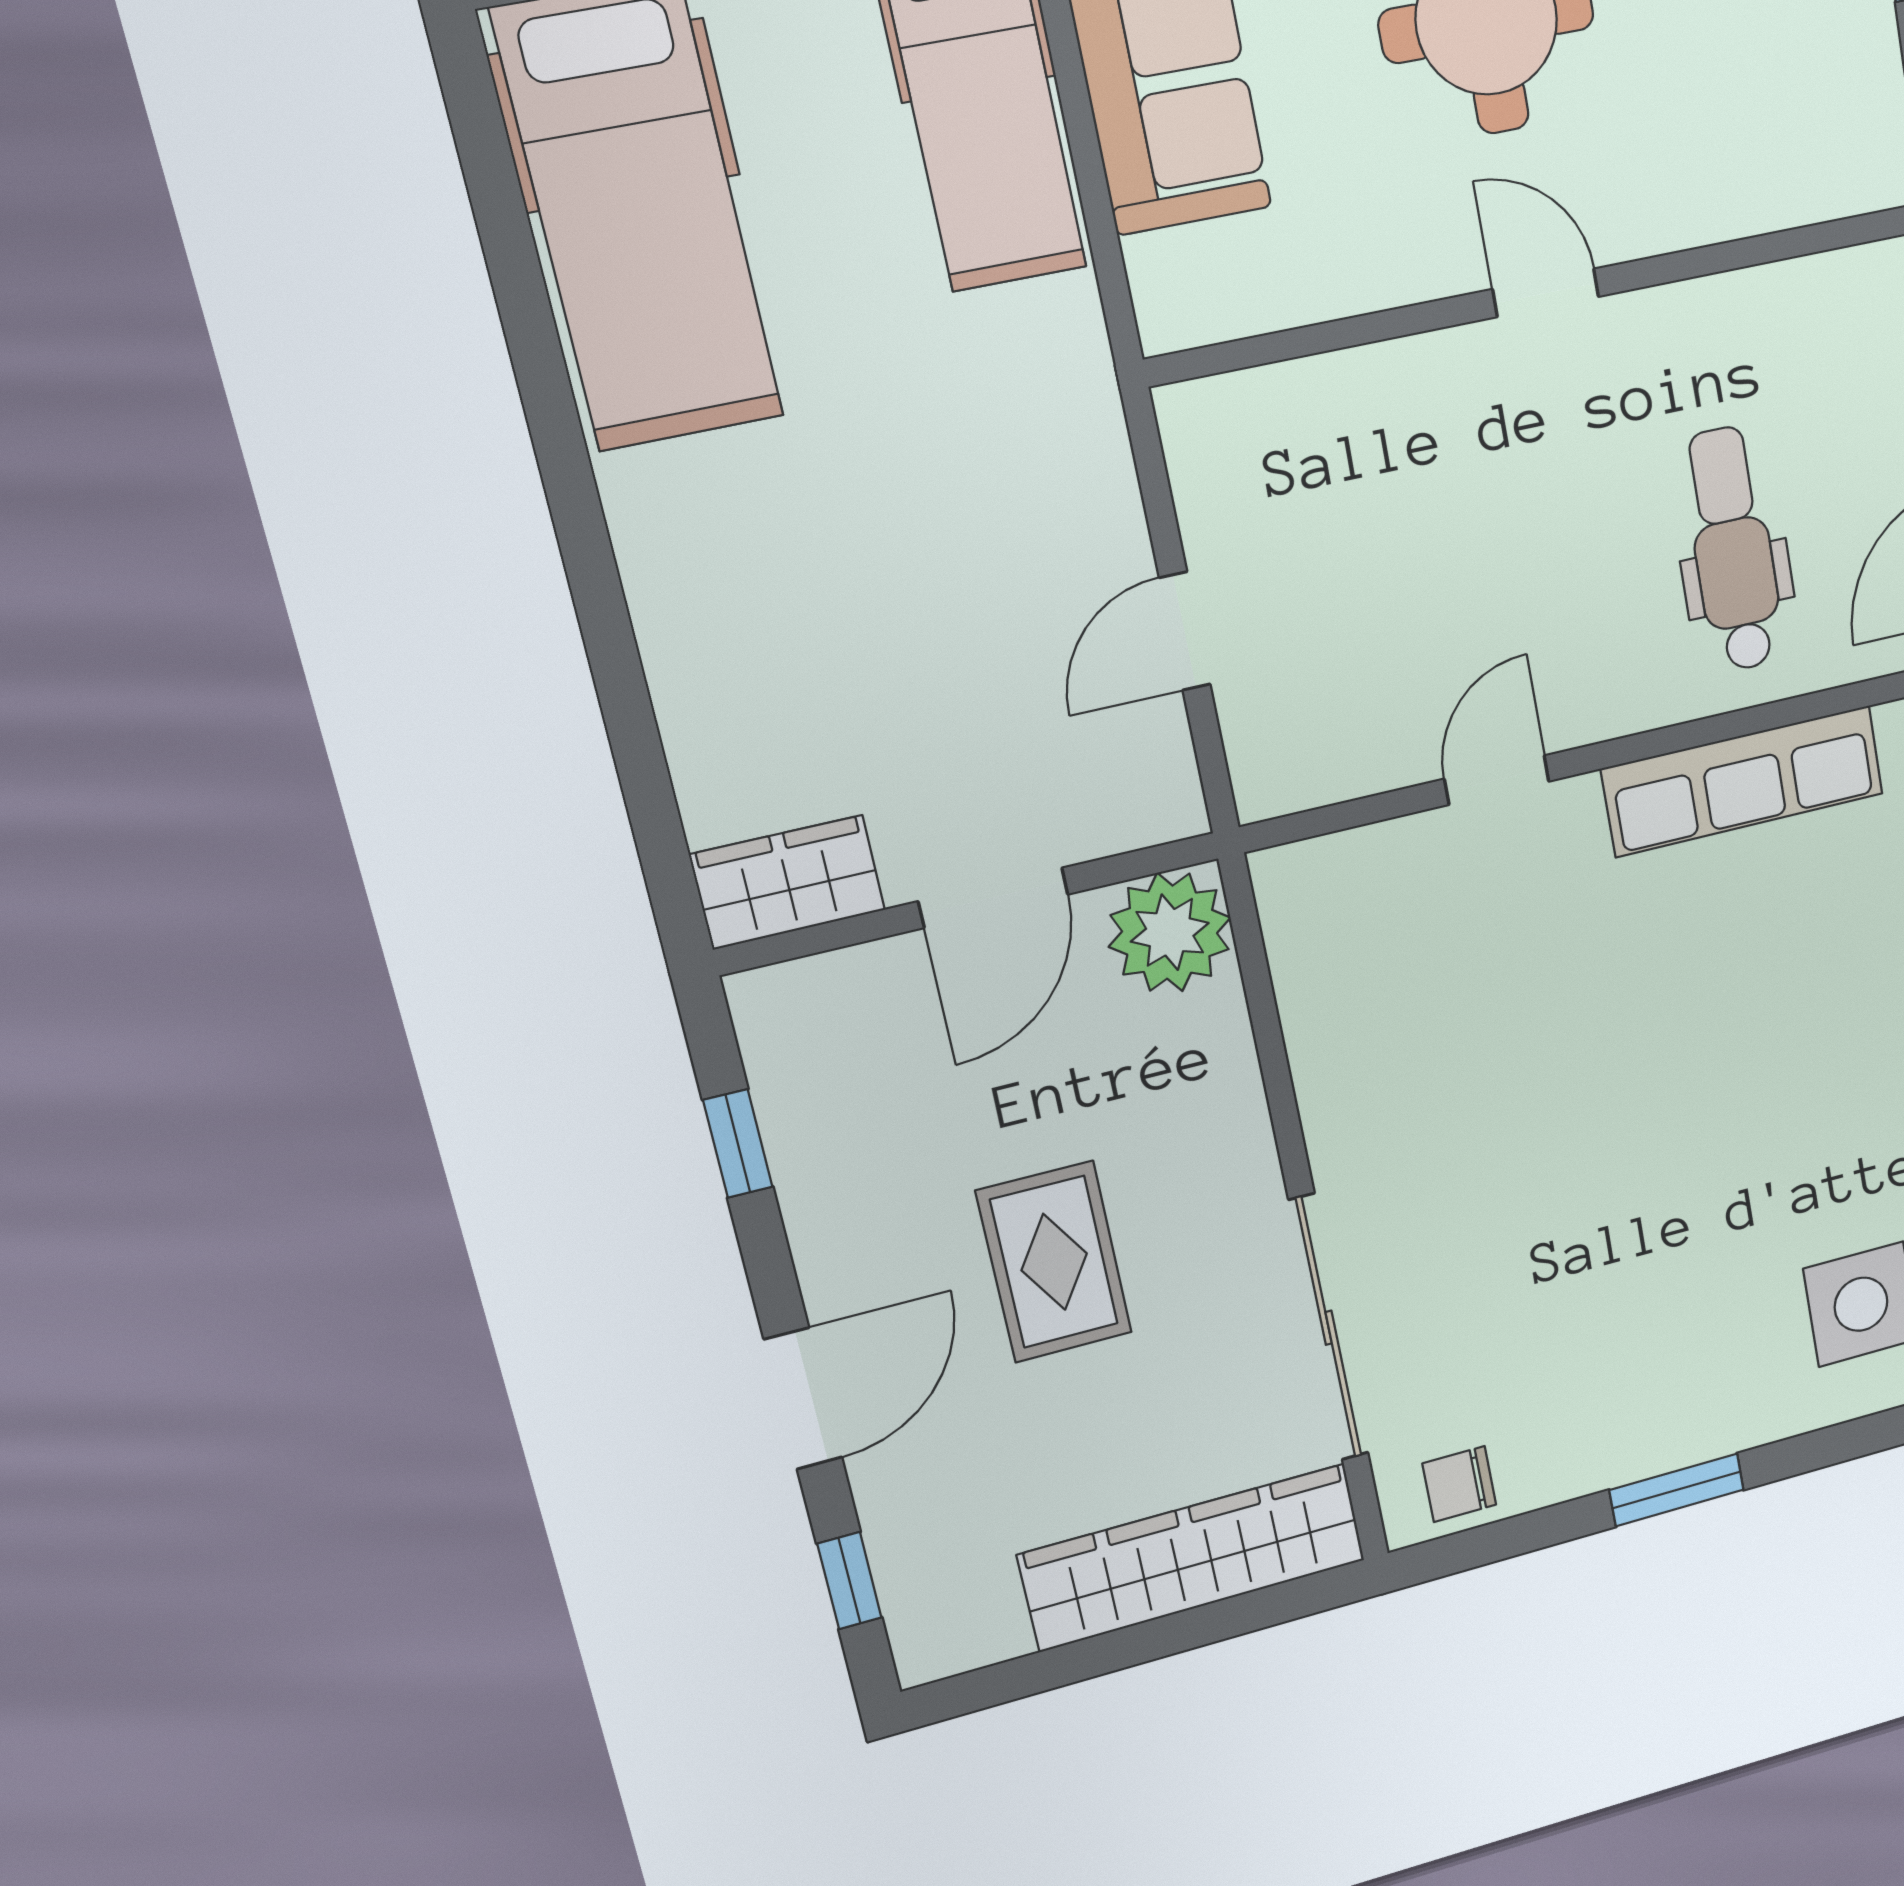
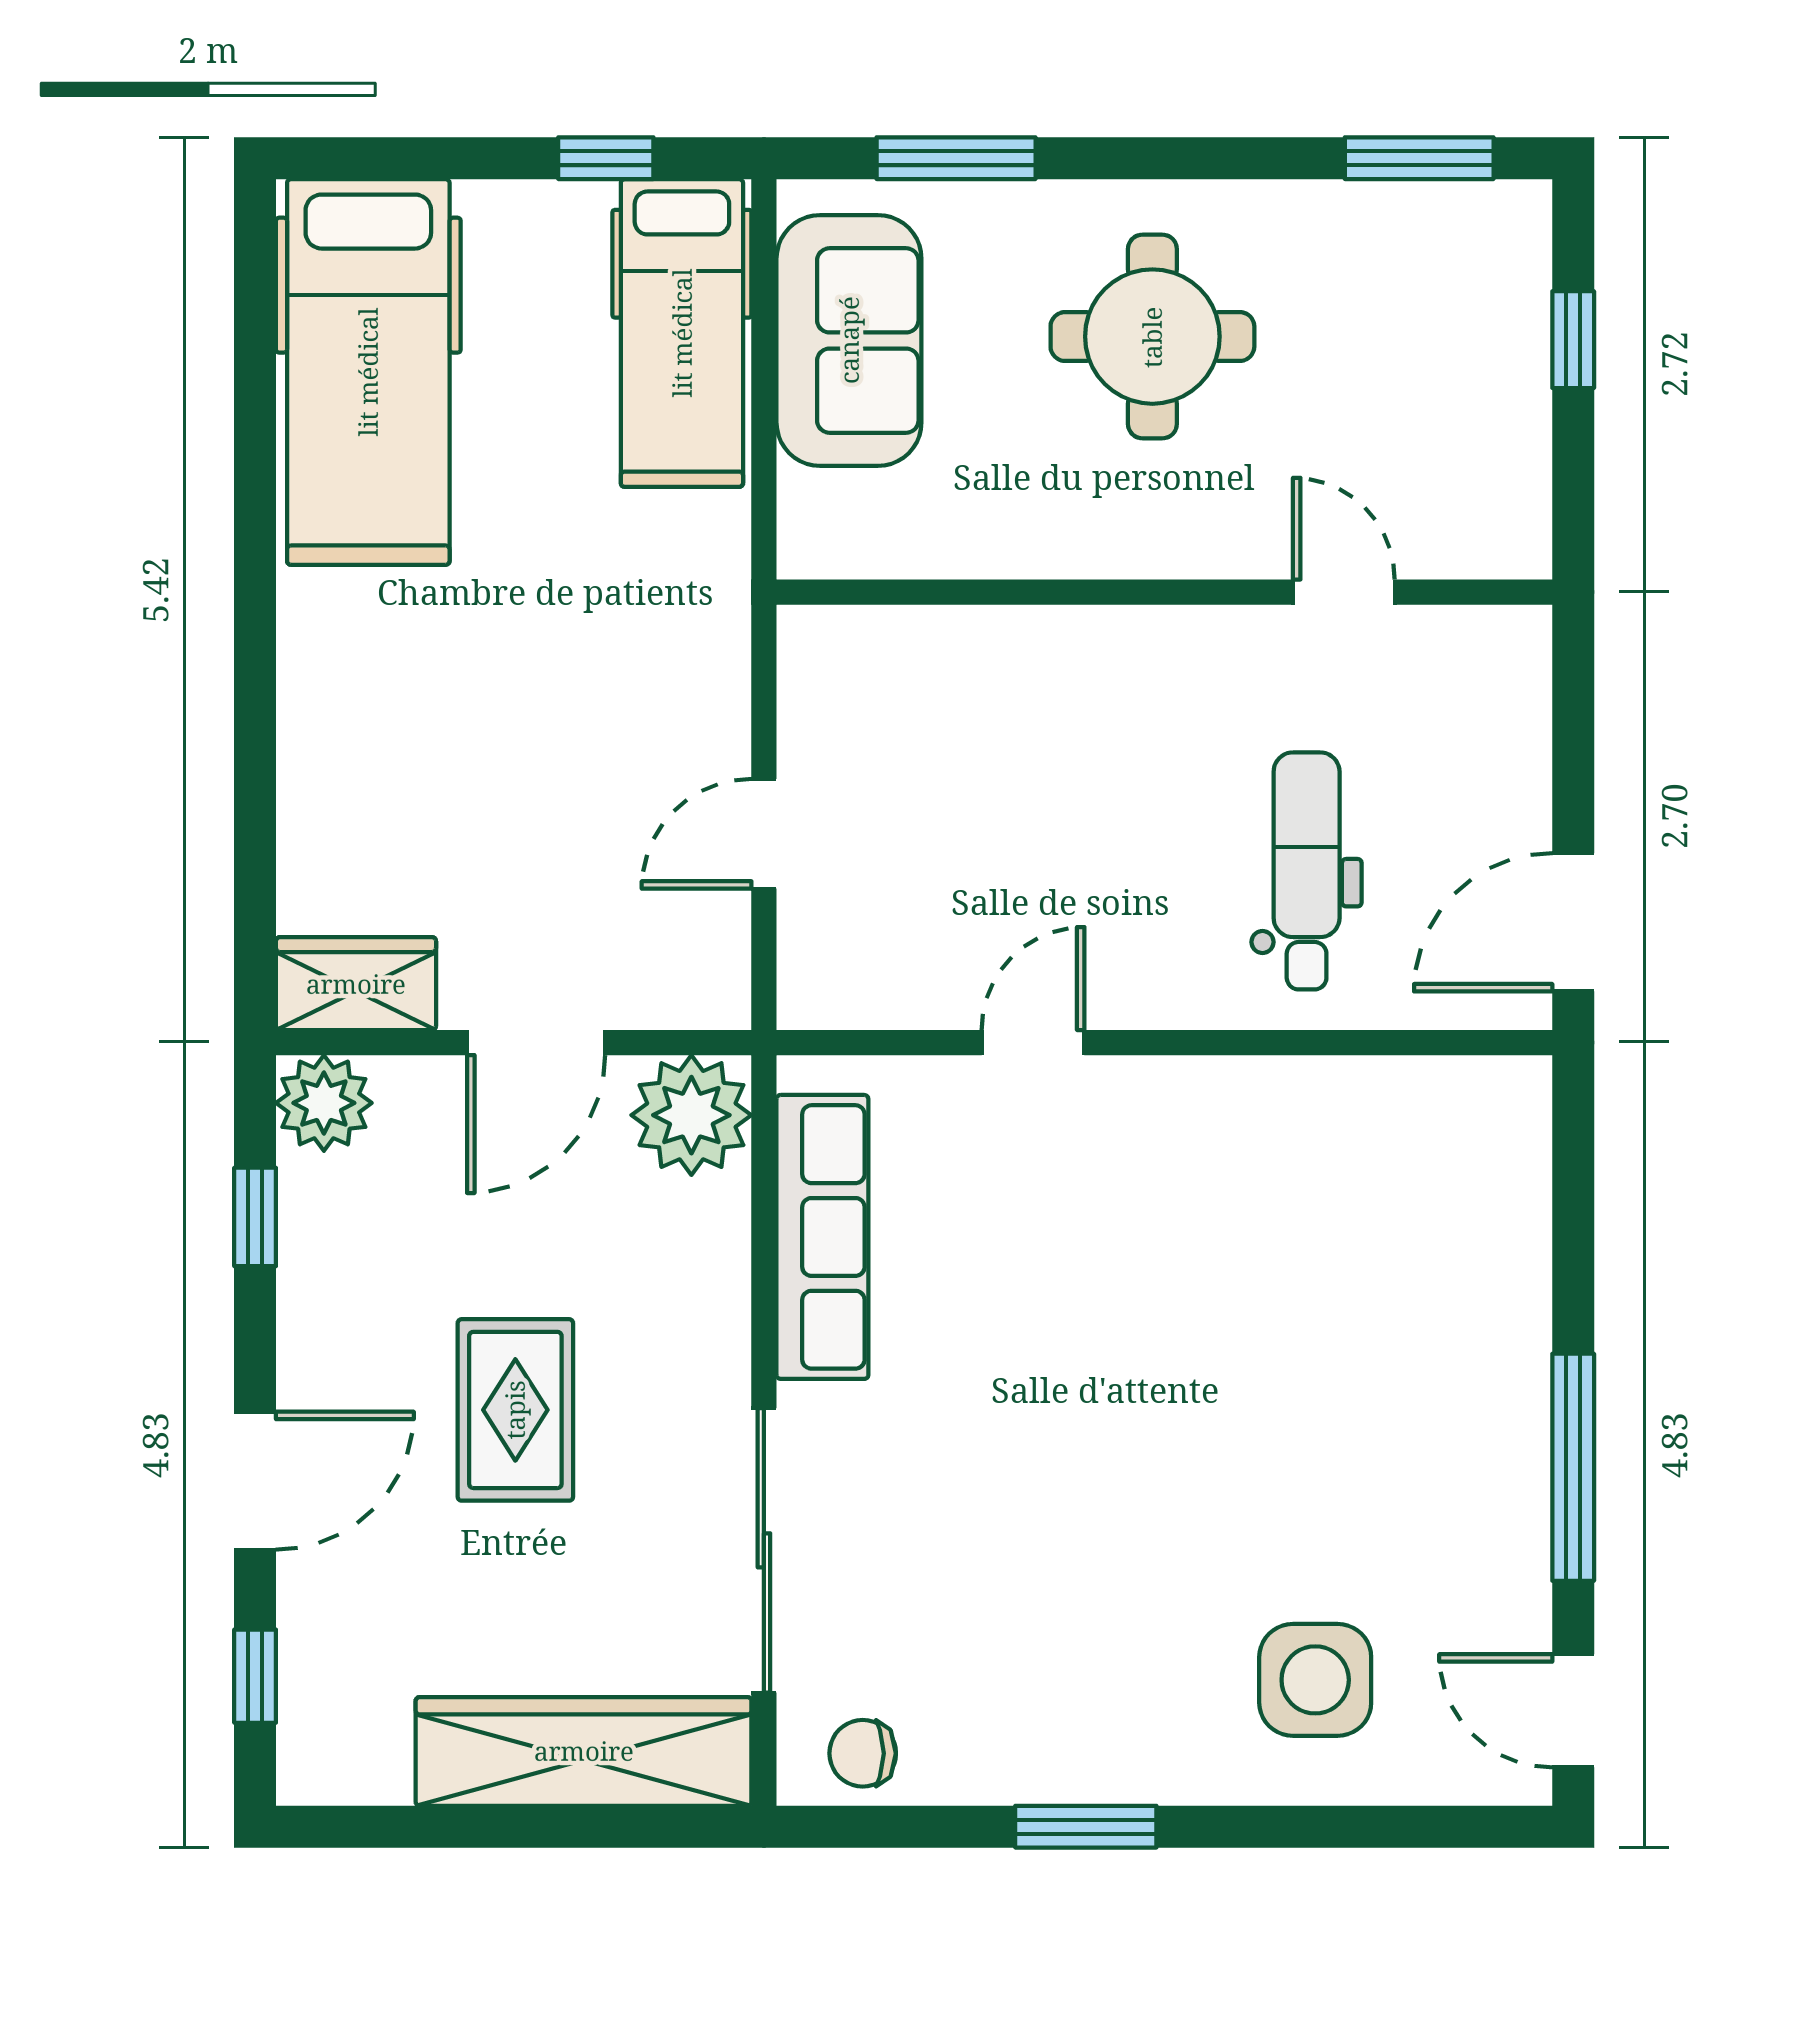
door: (1546, 293) -> (1344, 592), moved
row of seats: (1743, 781) -> (822, 1237), moved, turned -90
plant: (783, 1012) -> (324, 1103), added

